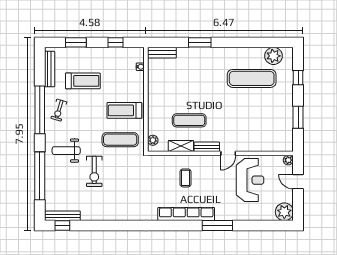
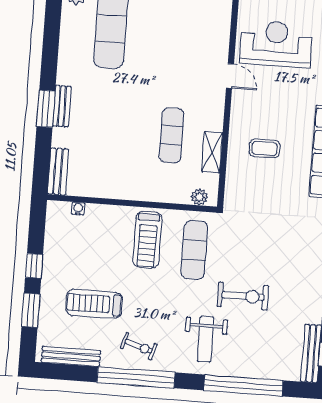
window: (116, 42) -> (34, 266), moved
treadmill: (83, 81) -> (94, 304), turned -90
bench: (207, 147) -> (62, 106), moved

